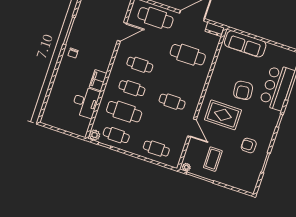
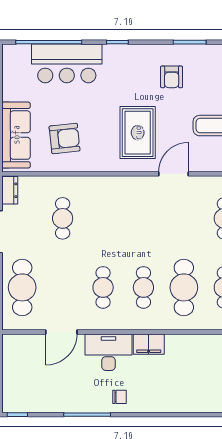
door: (122, 32) -> (61, 332), swing flipped
cafe table: (188, 55) -> (63, 218), width x0.73, depth x0.74
armchair: (243, 90) -> (65, 138), moved
desk: (86, 102) -> (108, 352), moved
cafe table: (172, 102) -> (143, 218), removed

